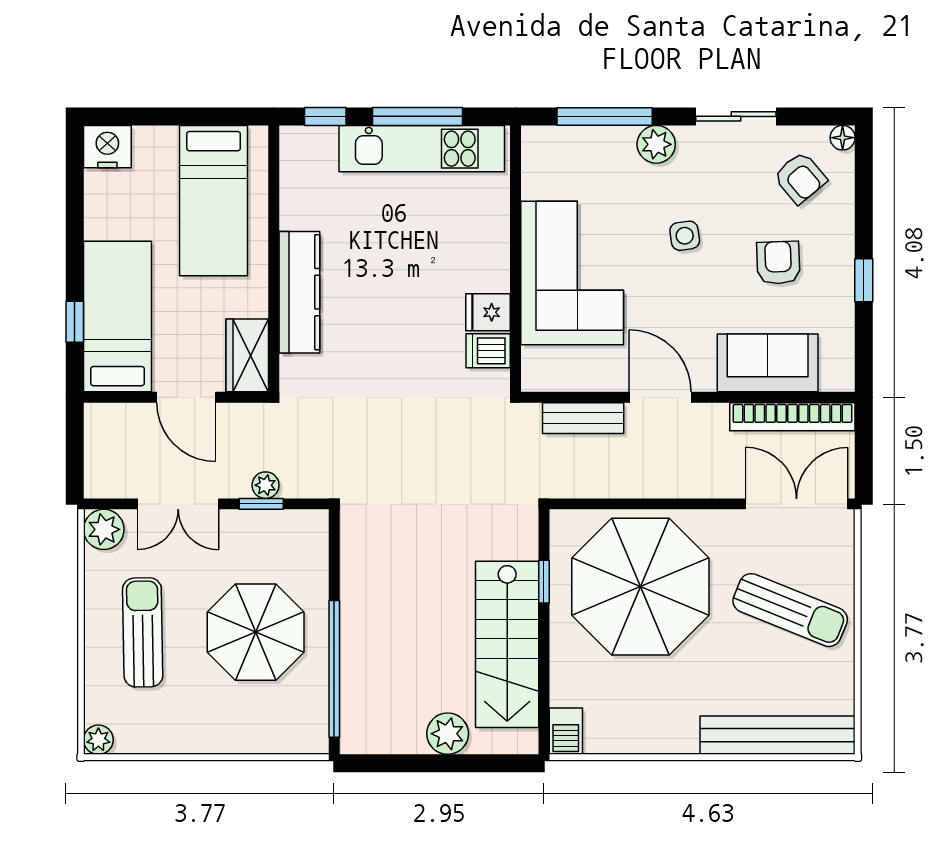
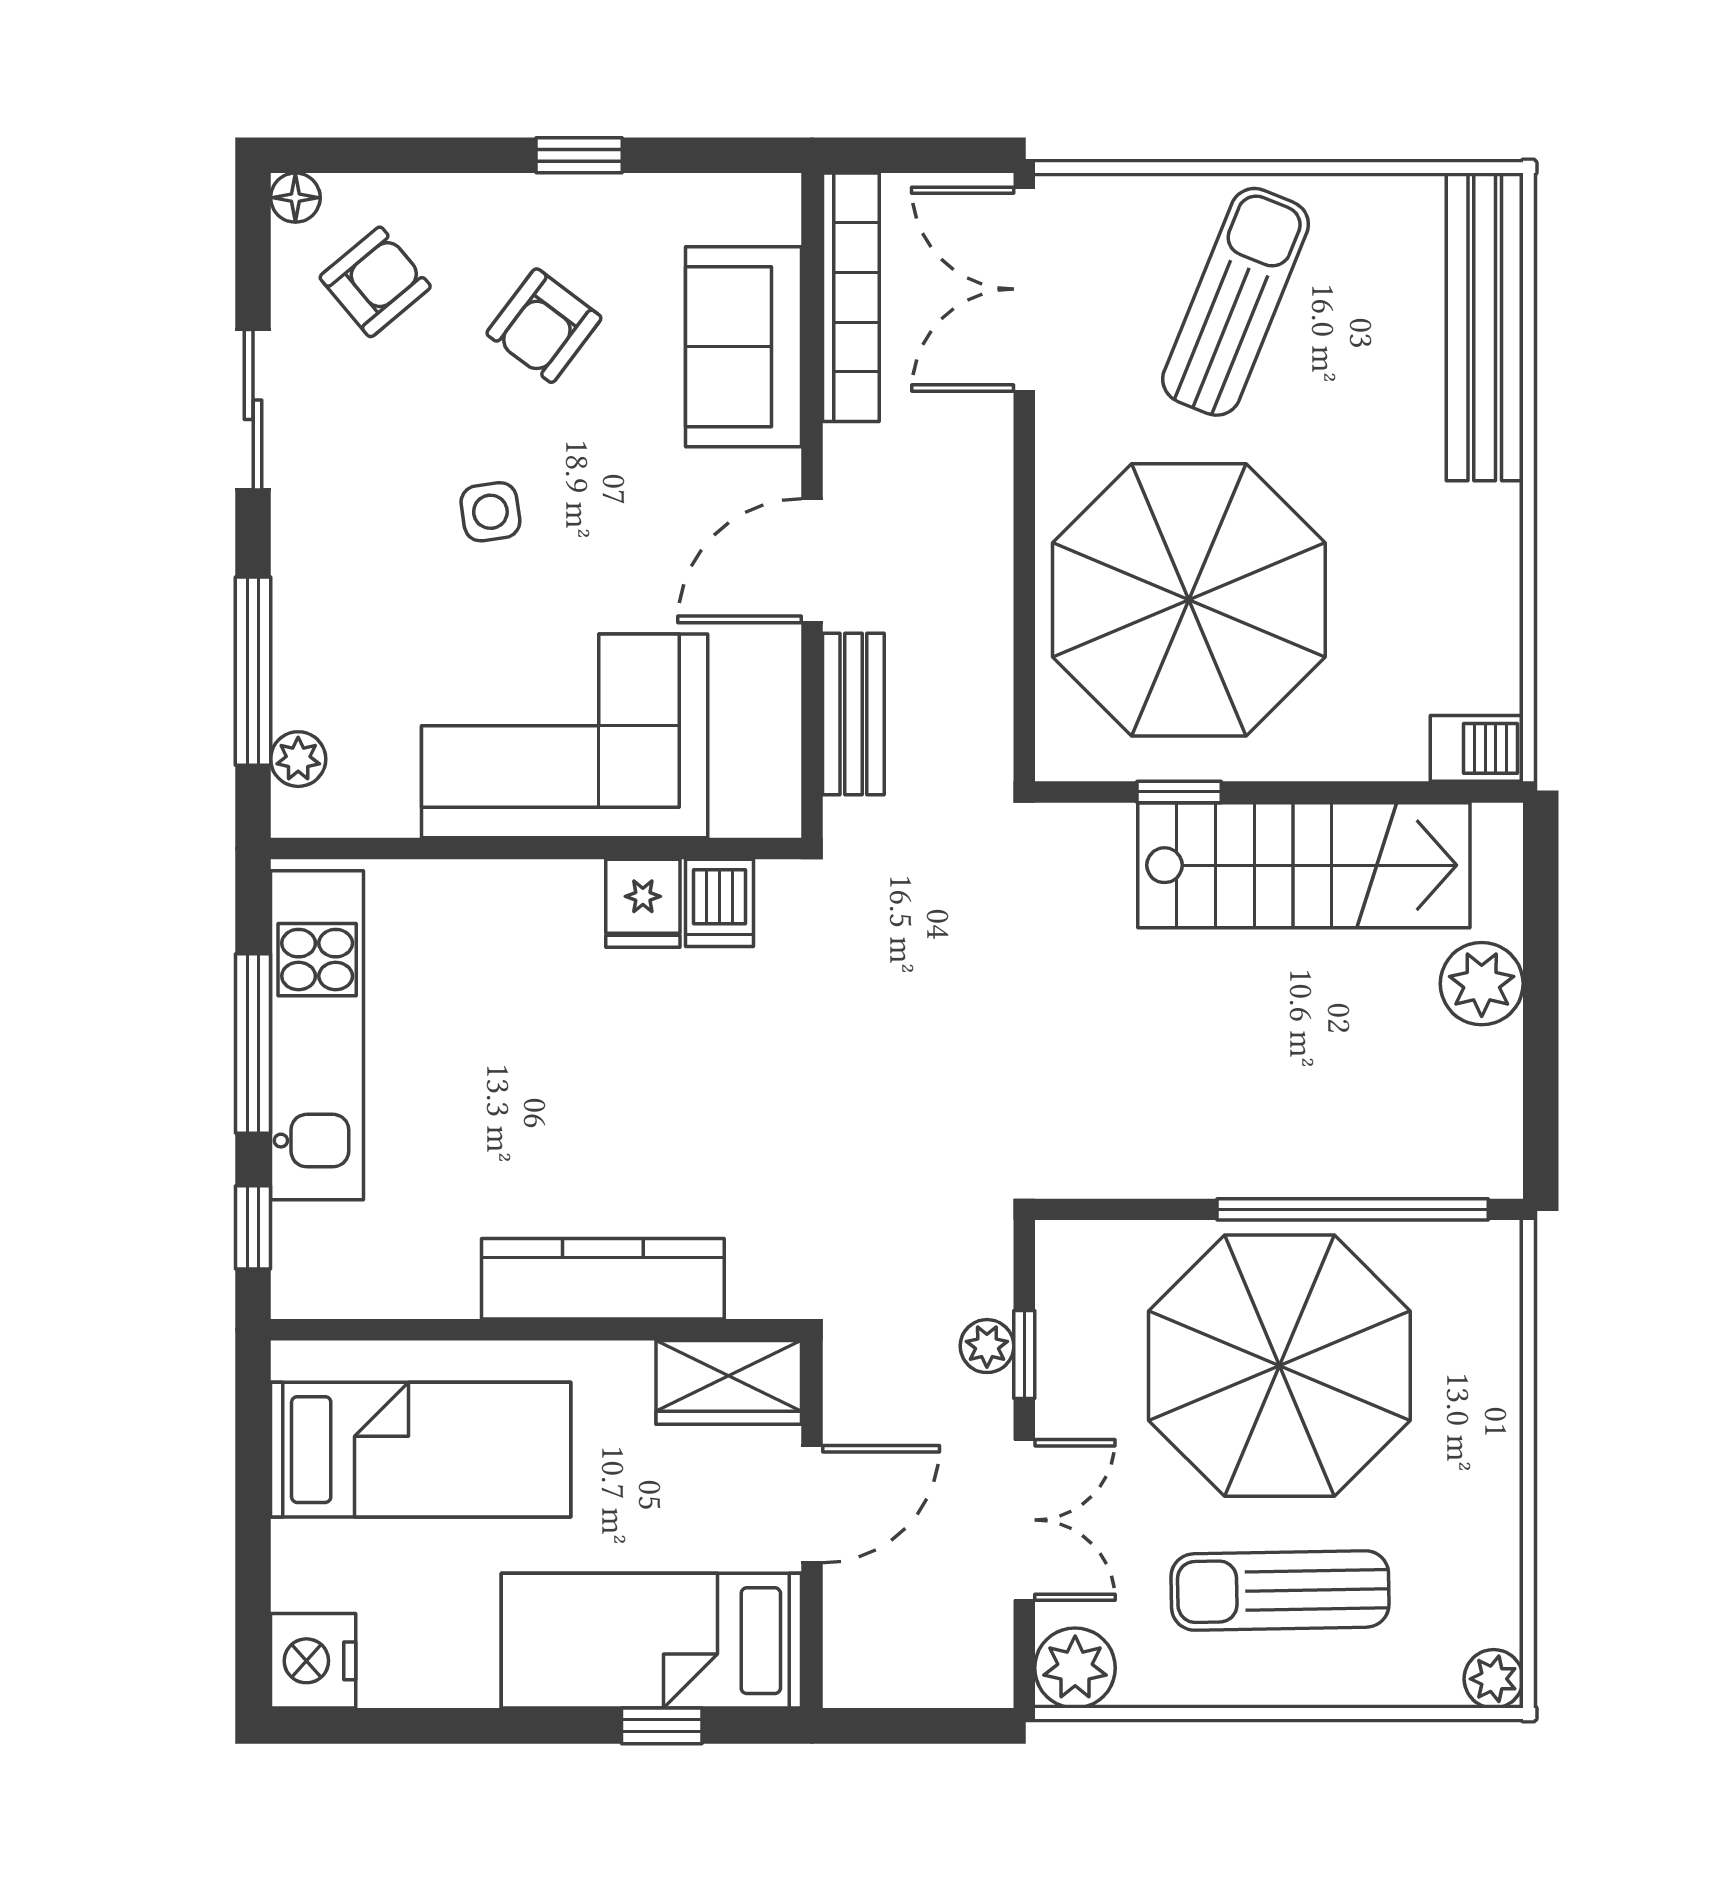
plant: (656, 144) -> (298, 759), moved, width x0.73, depth x0.73
armchair: (778, 263) -> (544, 326), turned -51
parasol: (256, 632) -> (1279, 1366), width x1.36, depth x1.36

